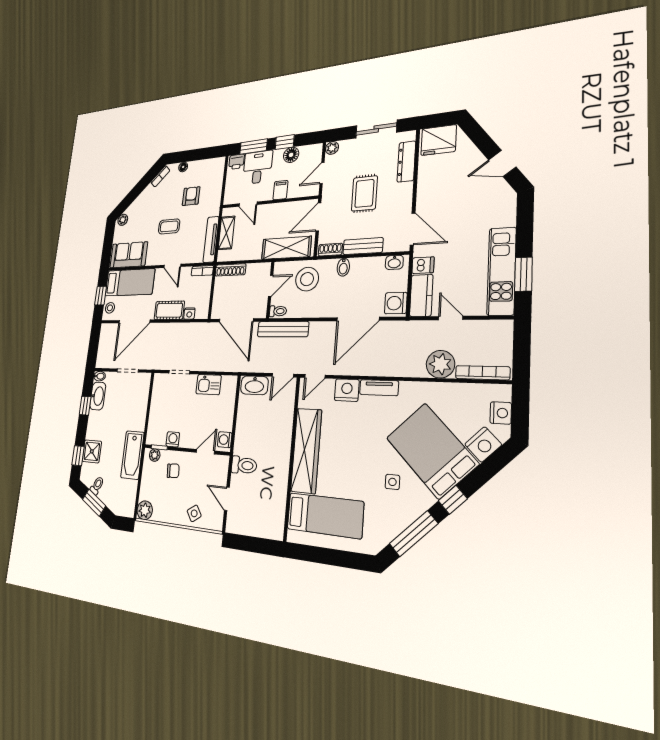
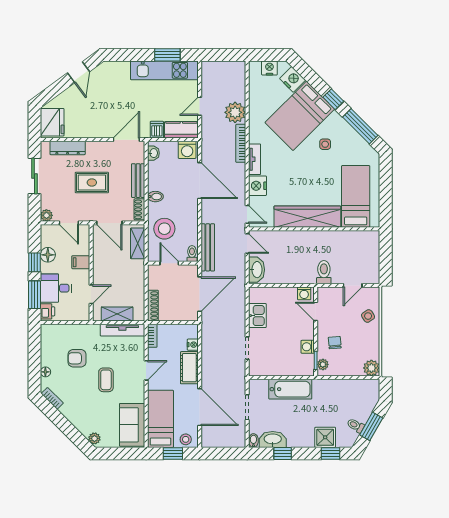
shelving: (286, 248) -> (138, 243), width x0.67, depth x0.75
bookcase: (482, 373) -> (241, 143), moved
bathtub: (132, 455) -> (290, 389), moved

